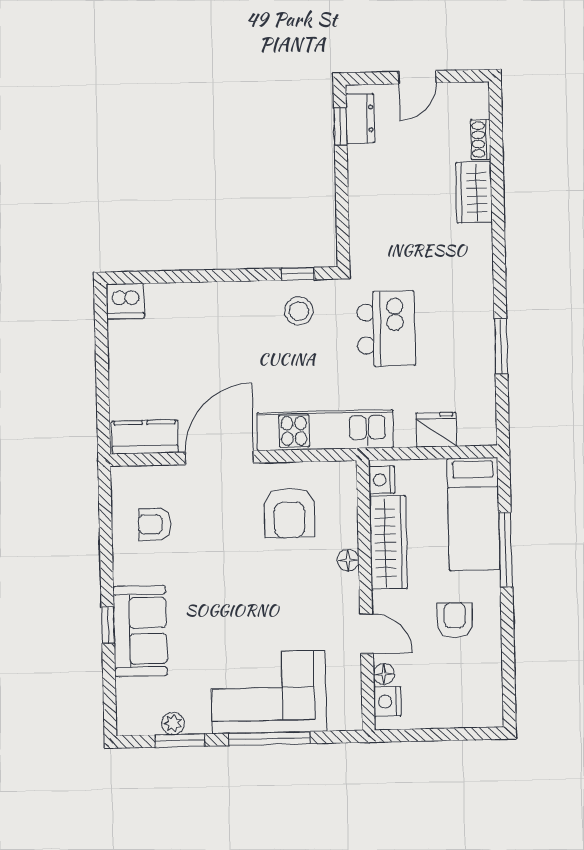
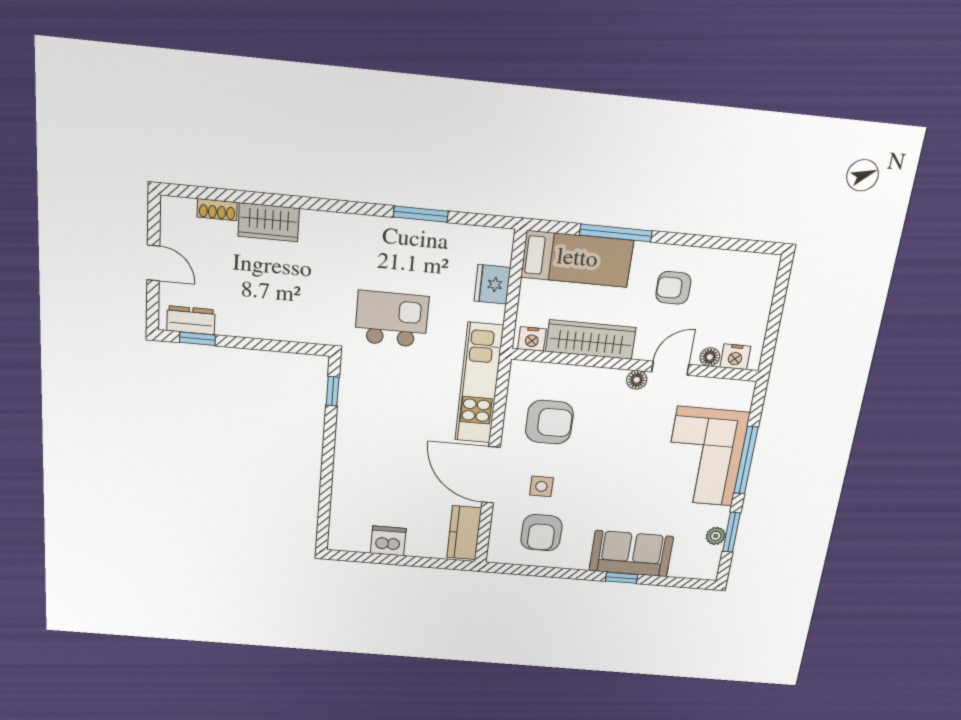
dishwasher: (125, 301) -> (388, 541), moved, turned -90
stool: (299, 311) -> (367, 394), removed
side table: (212, 516) -> (541, 486), added
armchair: (155, 524) -> (541, 533), width x1.38, depth x1.38
floor lamp: (348, 560) -> (637, 380), moved

